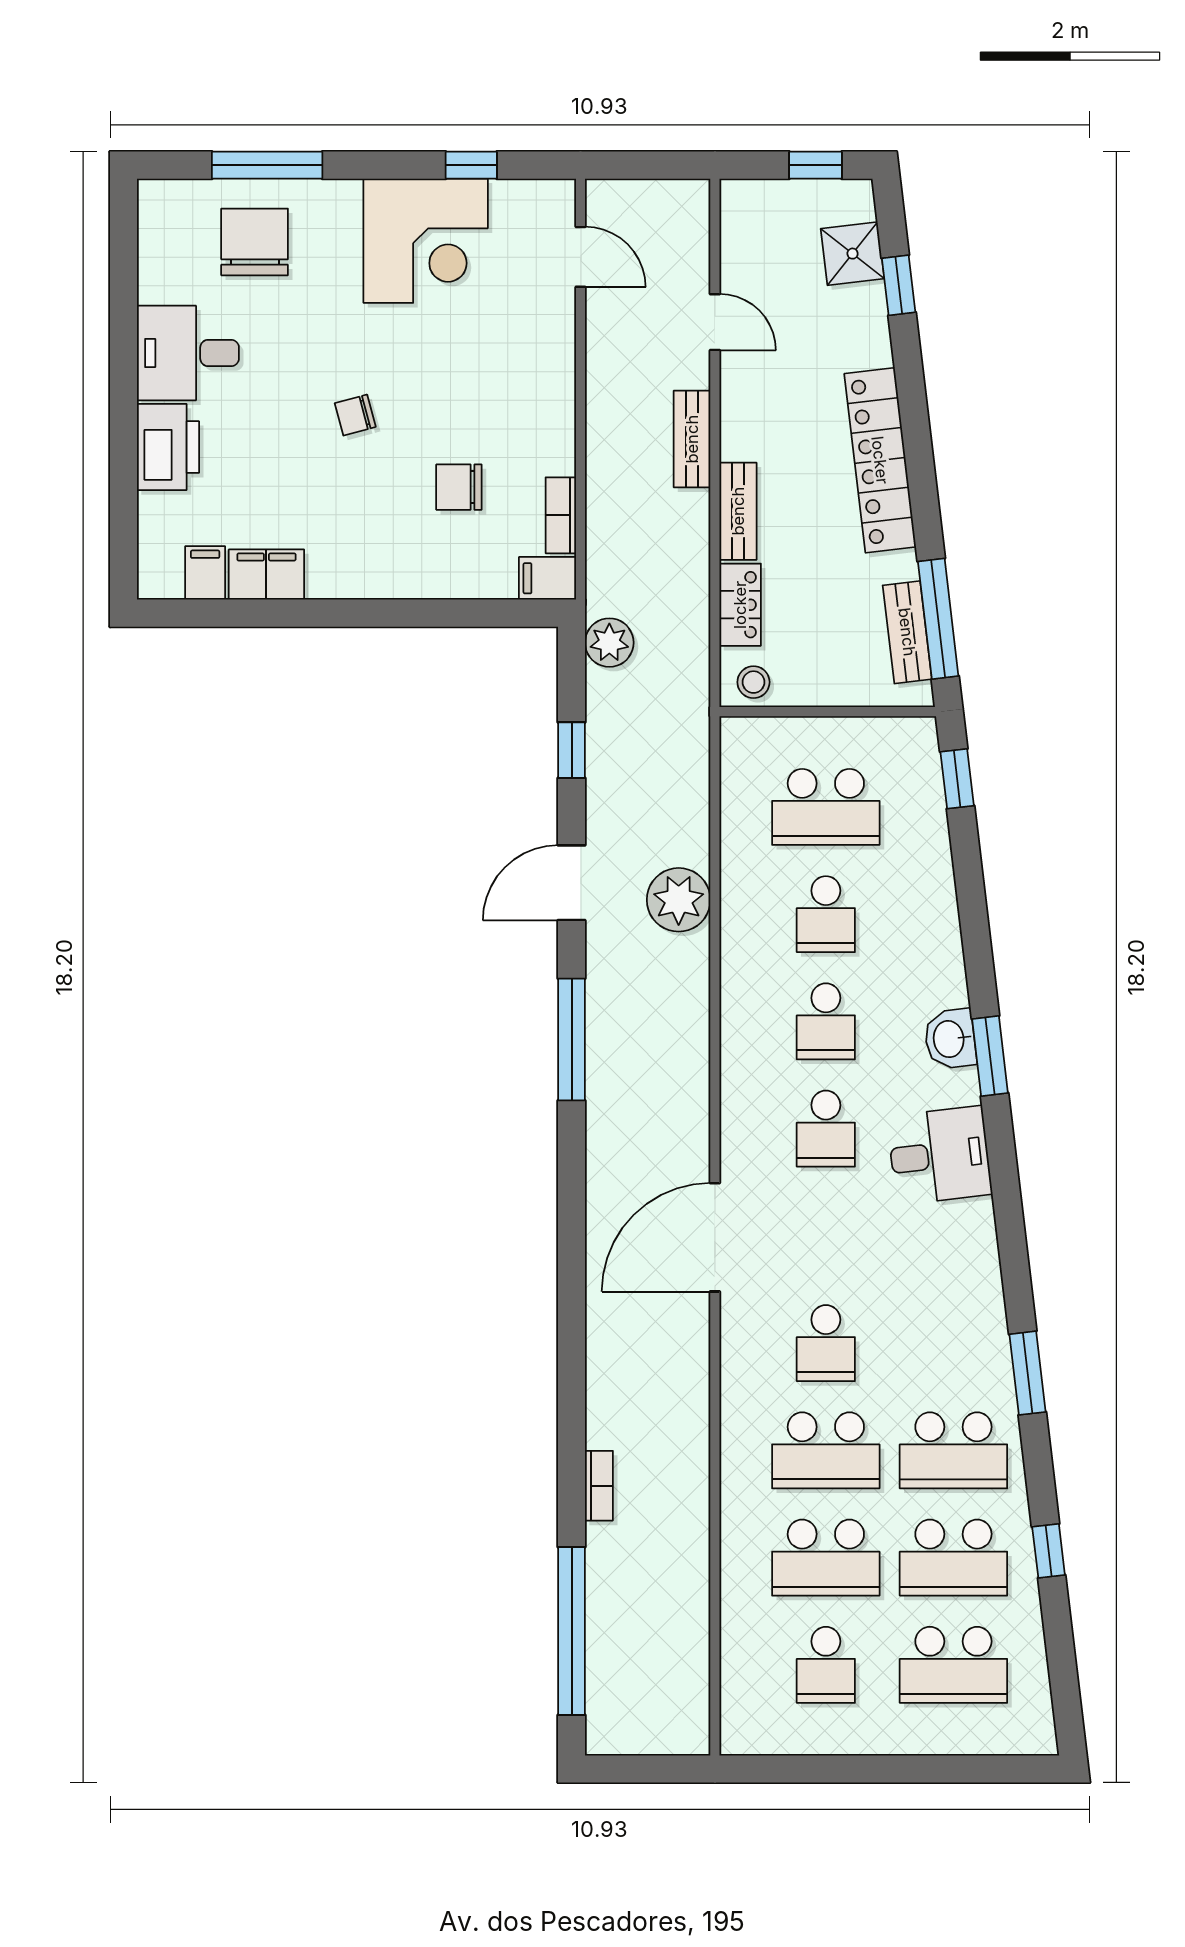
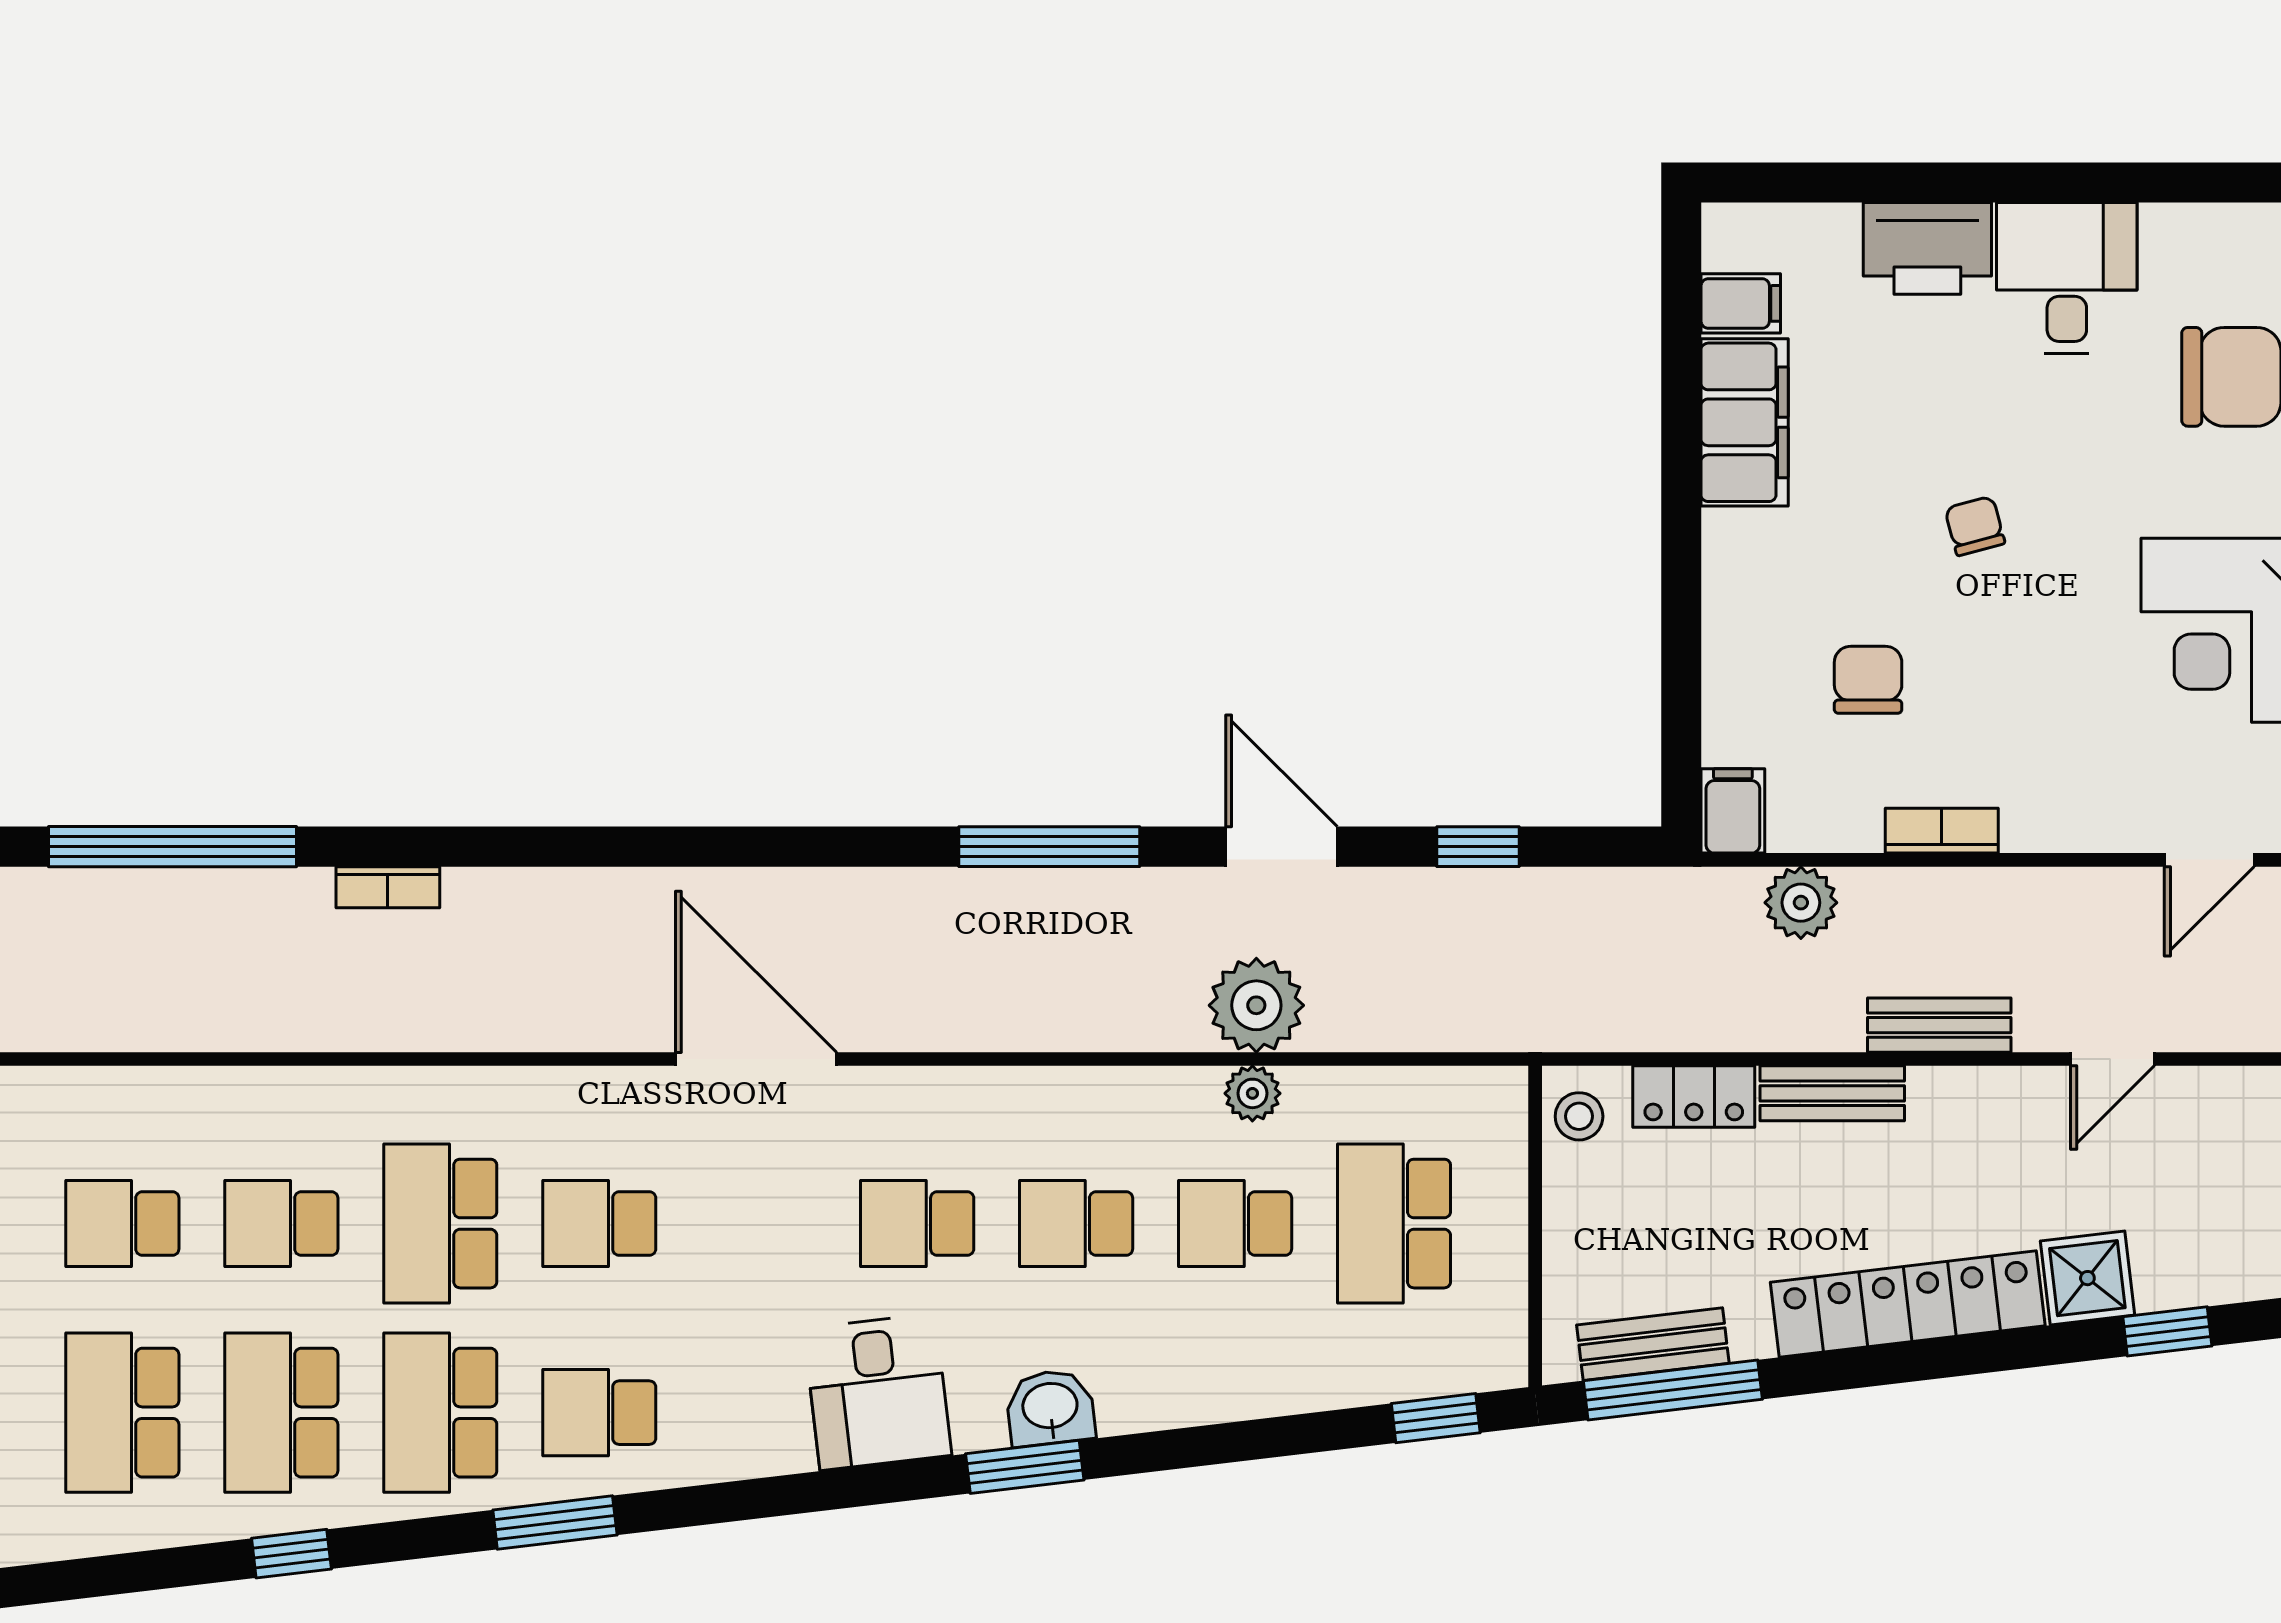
shower: (853, 254) -> (2087, 1278), moved
bookcase: (561, 515) -> (1942, 831), moved
filing cabinet: (266, 575) -> (1745, 422), width x1.50, depth x1.17
plant: (609, 643) -> (1801, 903), moved
plant: (738, 902) -> (1252, 1093), added
school desk: (953, 1343) -> (599, 1413), added
school desk: (826, 1558) -> (281, 1224), width x0.54

